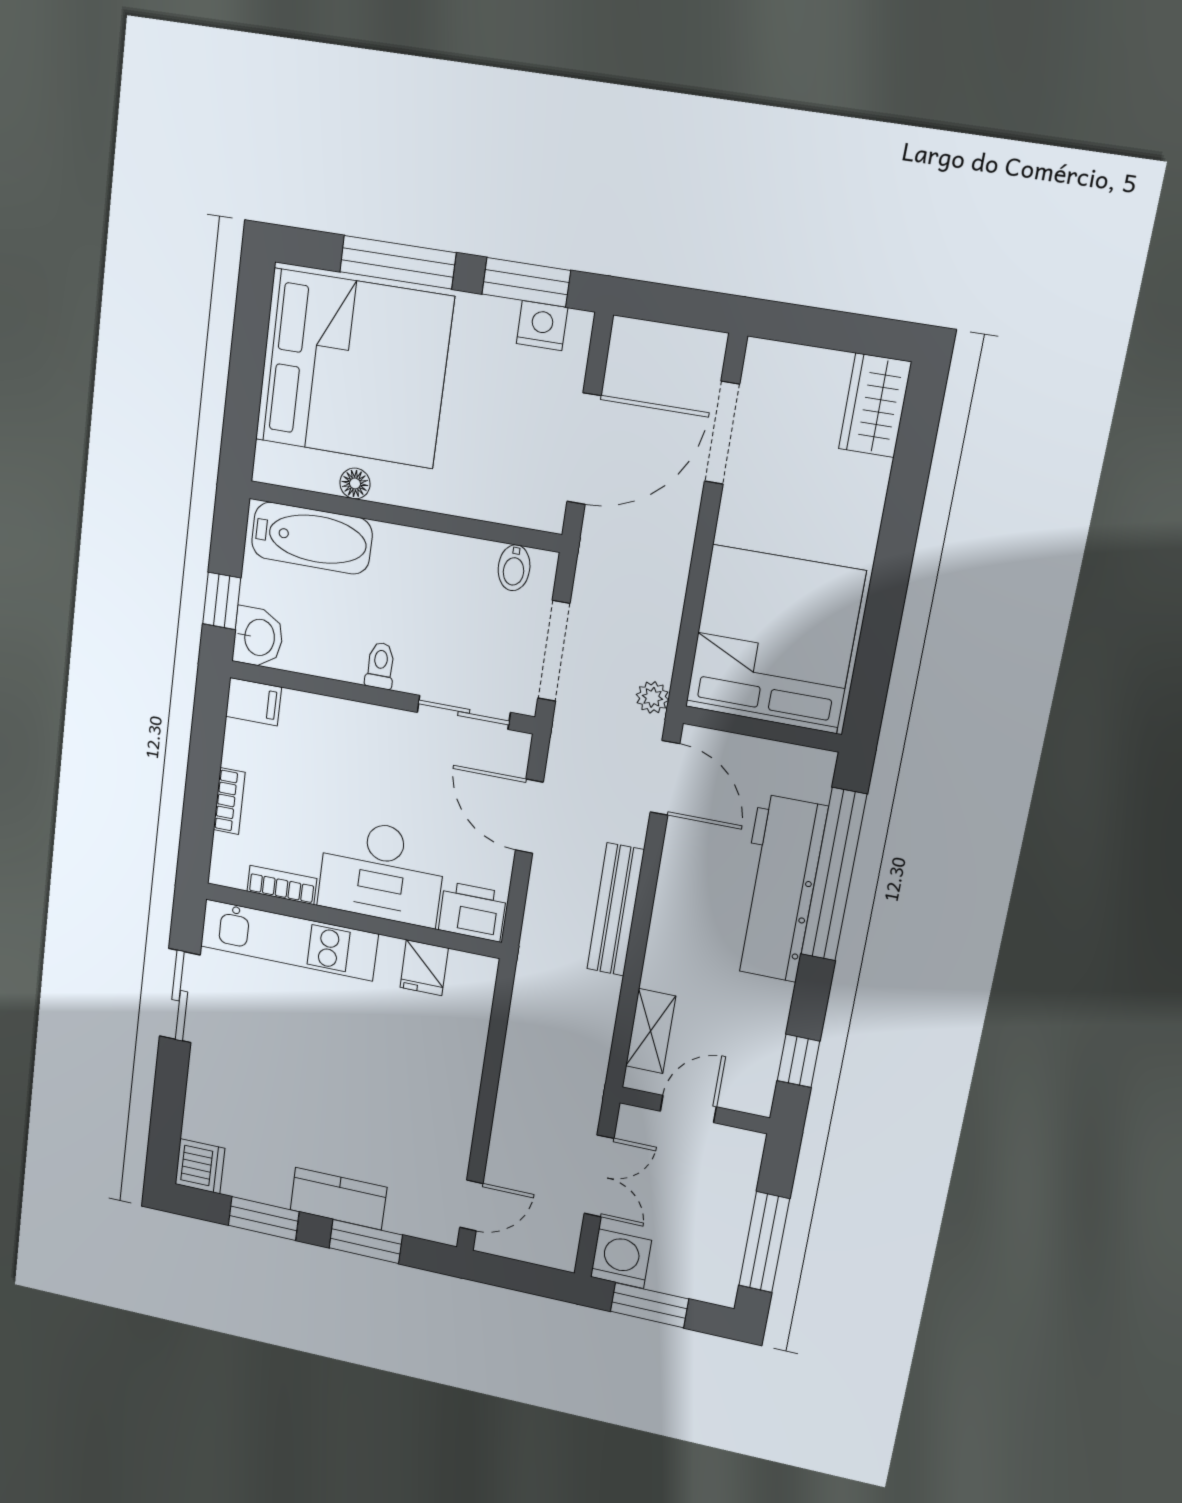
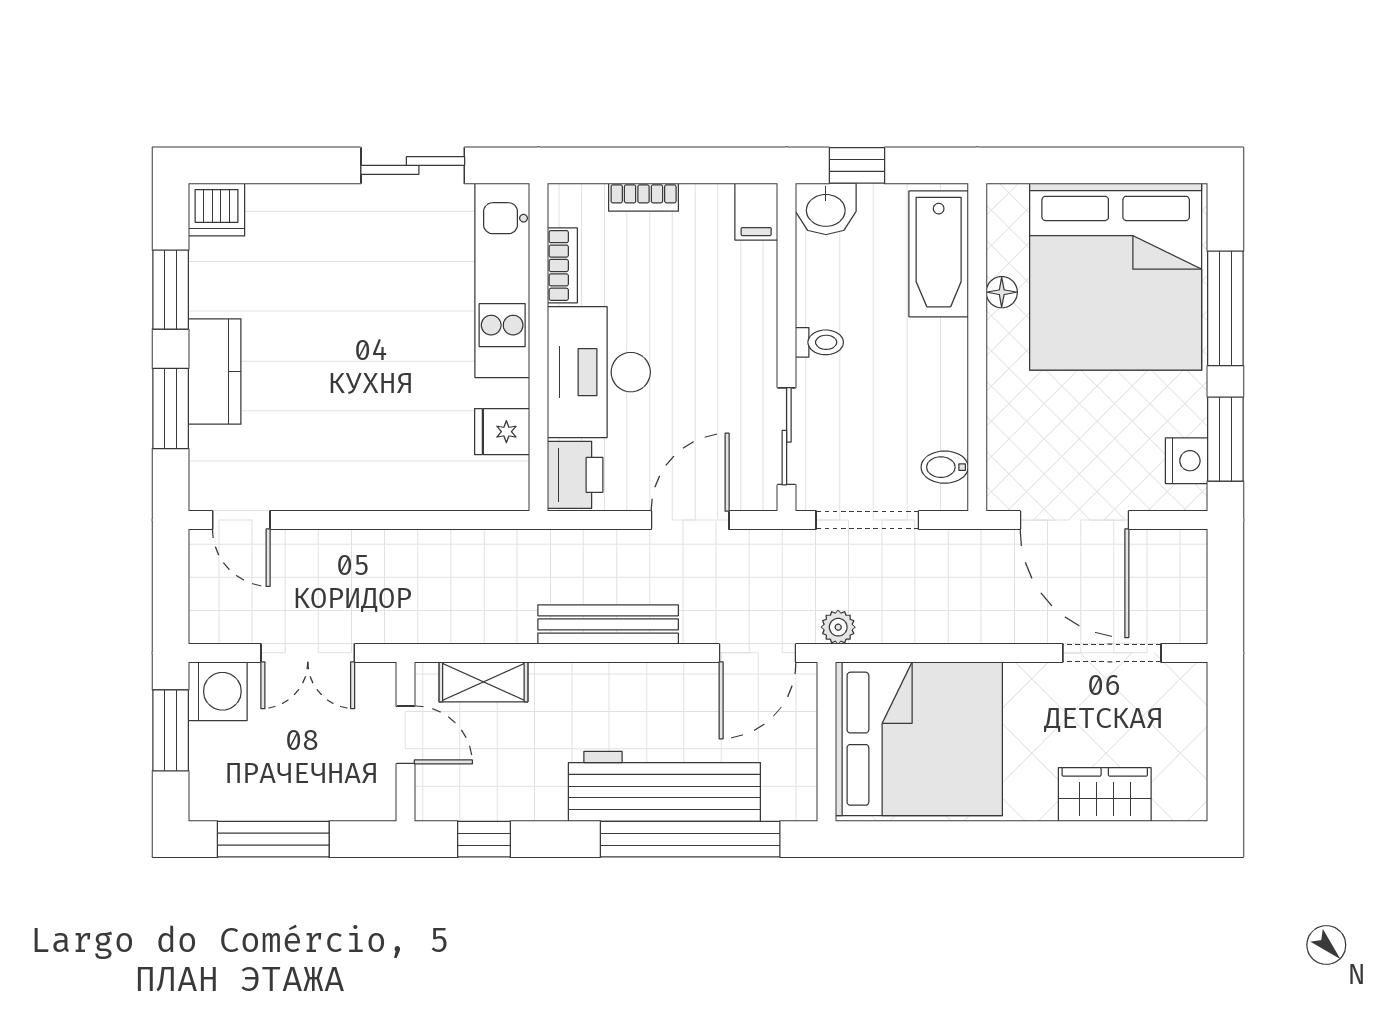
wardrobe: (875, 405) -> (1105, 795), moved

